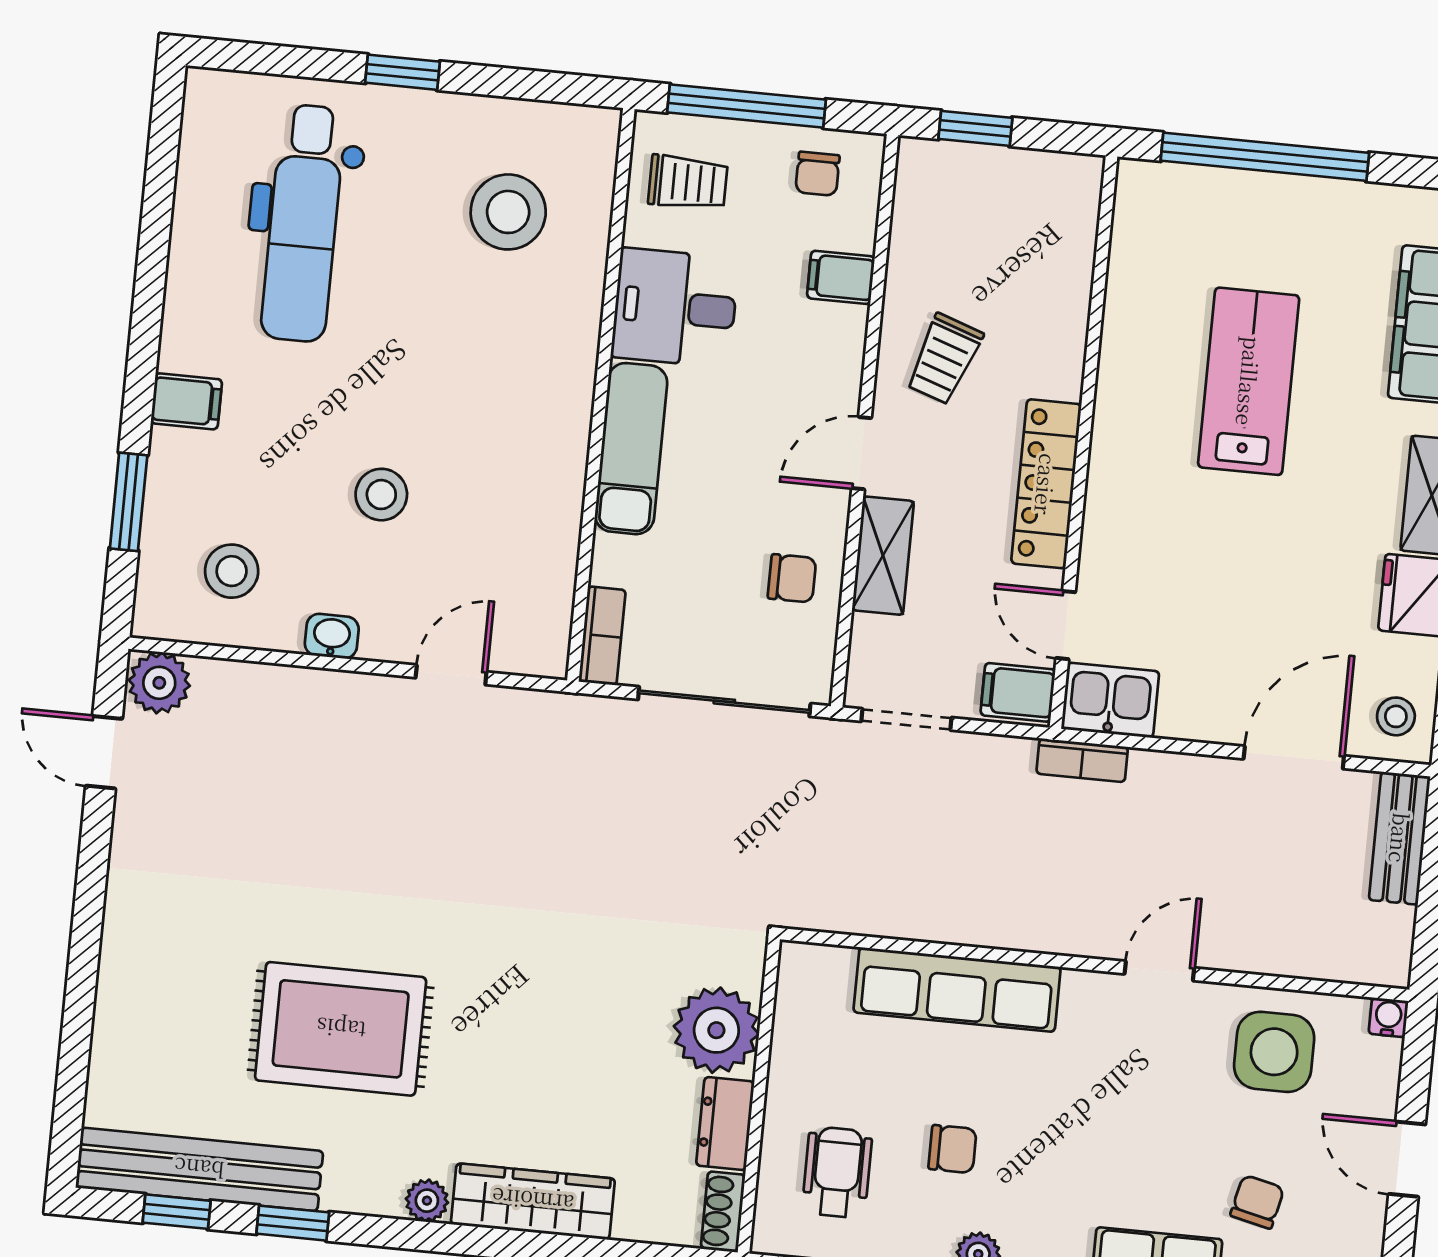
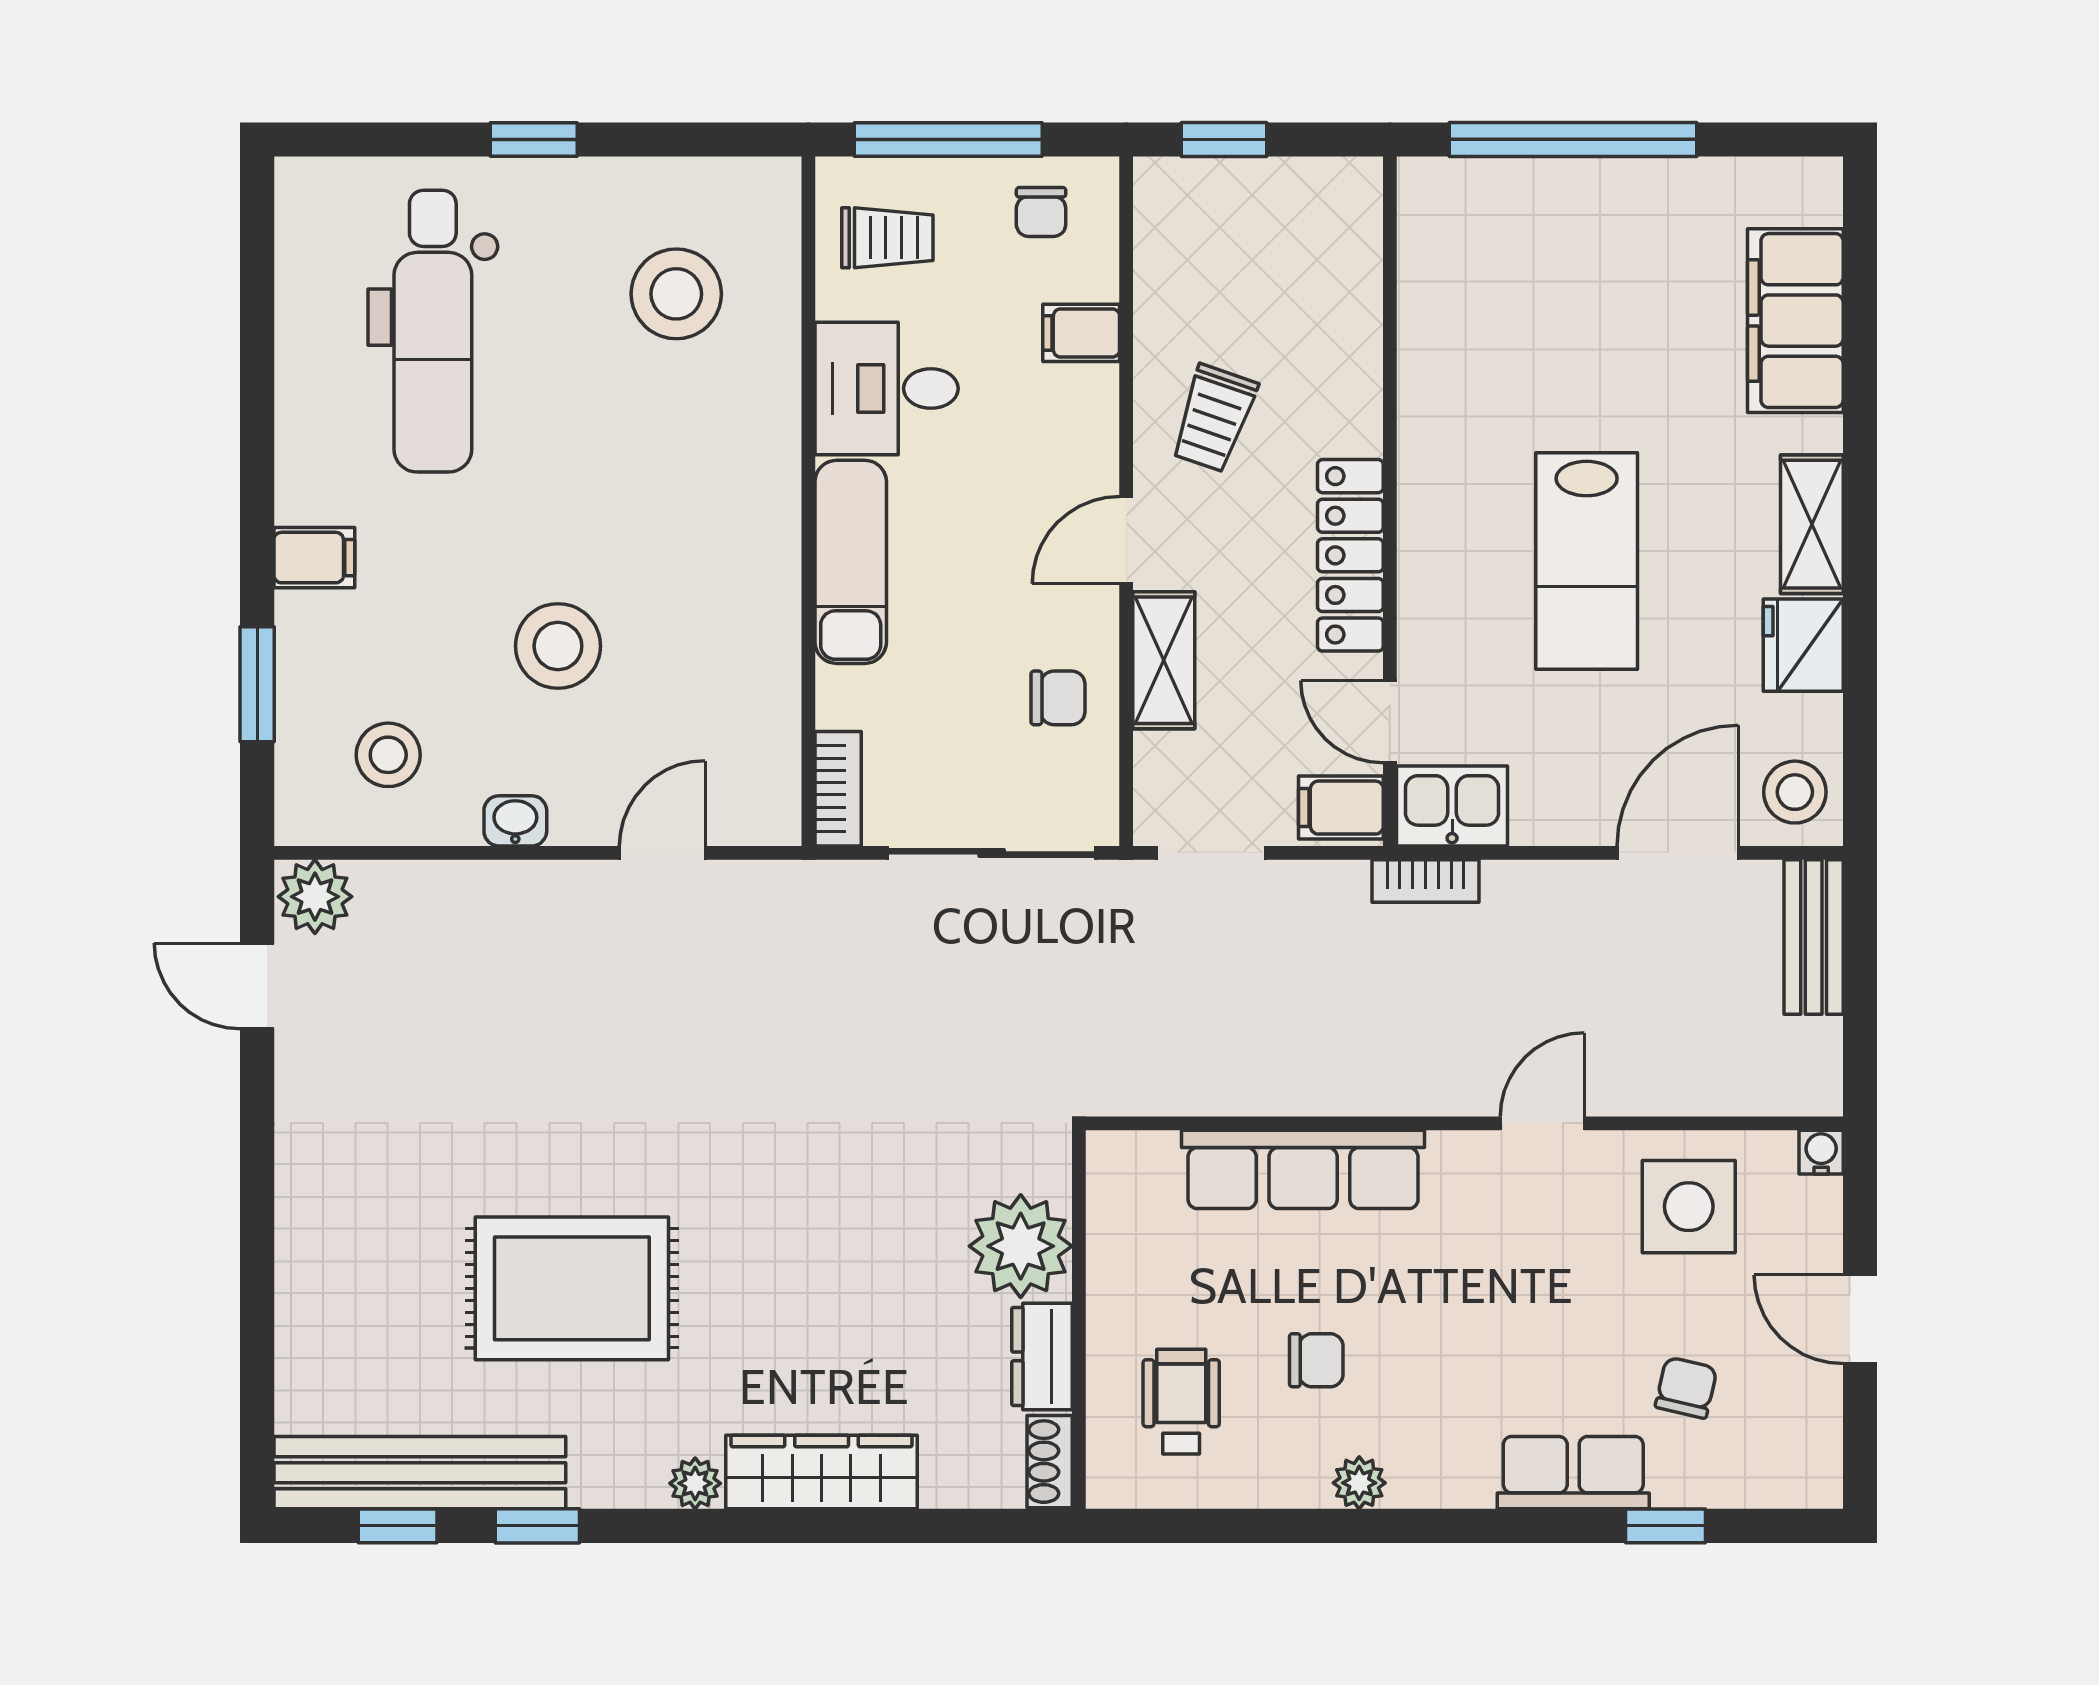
lab bench: (1249, 381) -> (1587, 561), moved, turned 180
stool: (381, 495) -> (558, 646), width x1.38, depth x1.38
stool: (1396, 716) -> (1795, 792), width x1.37, depth x1.37

